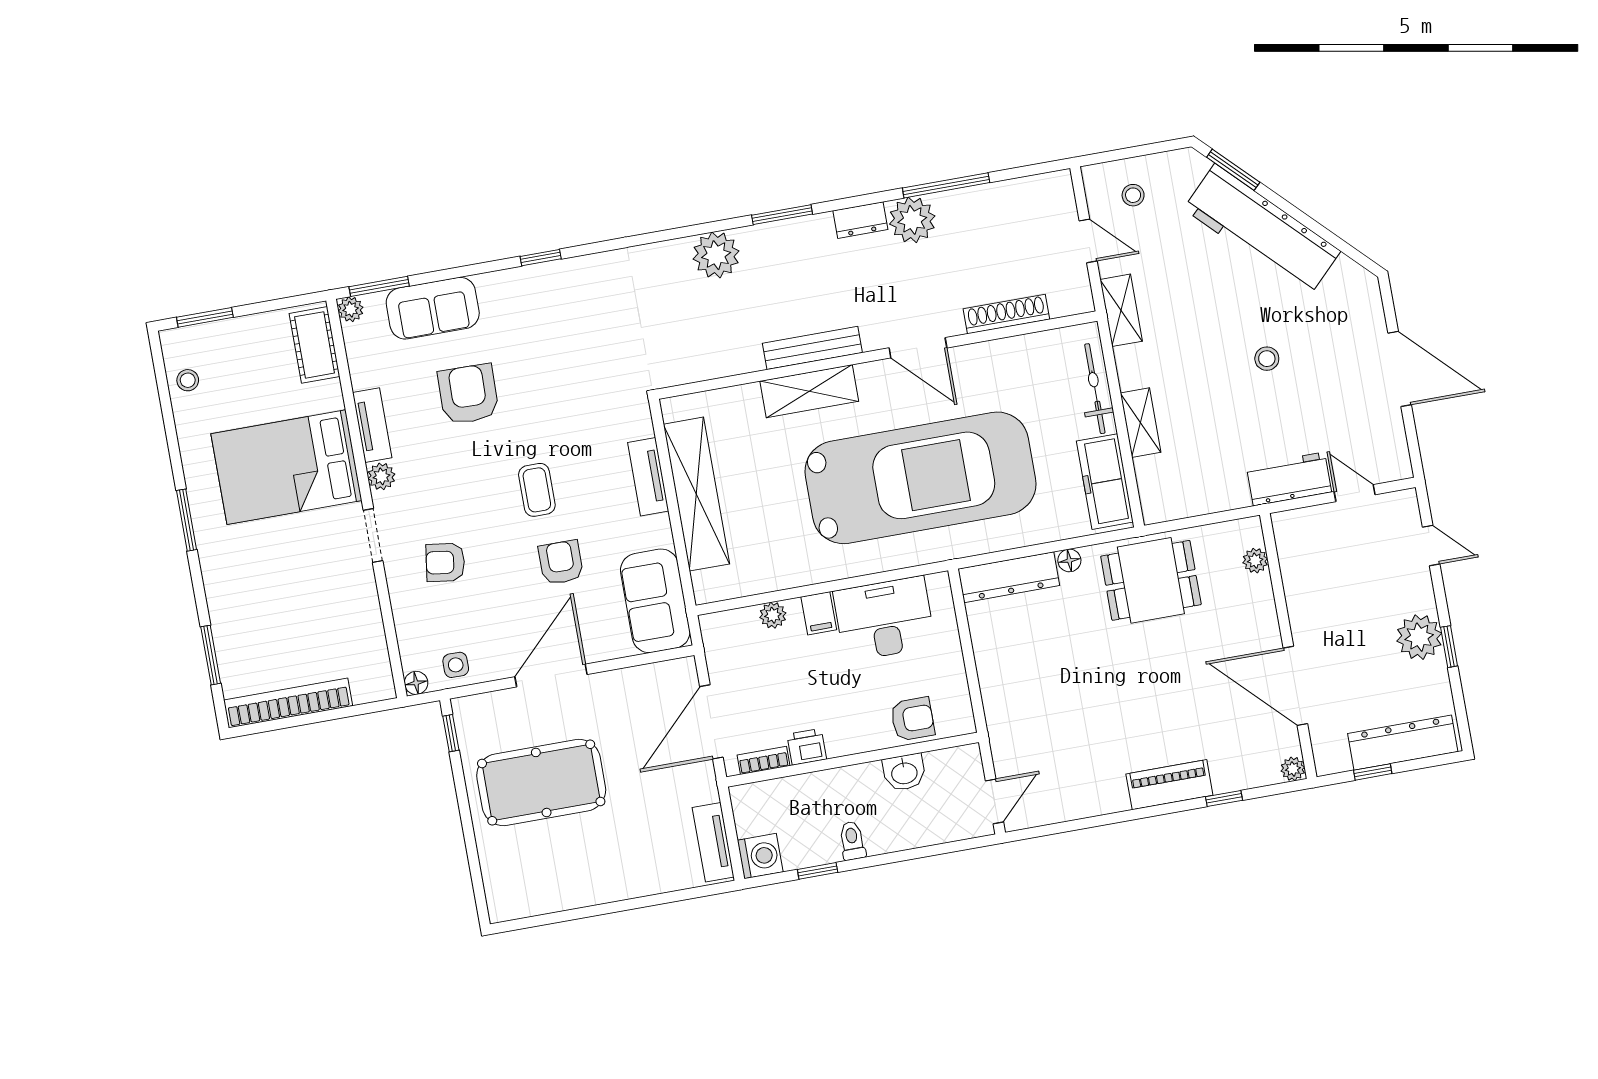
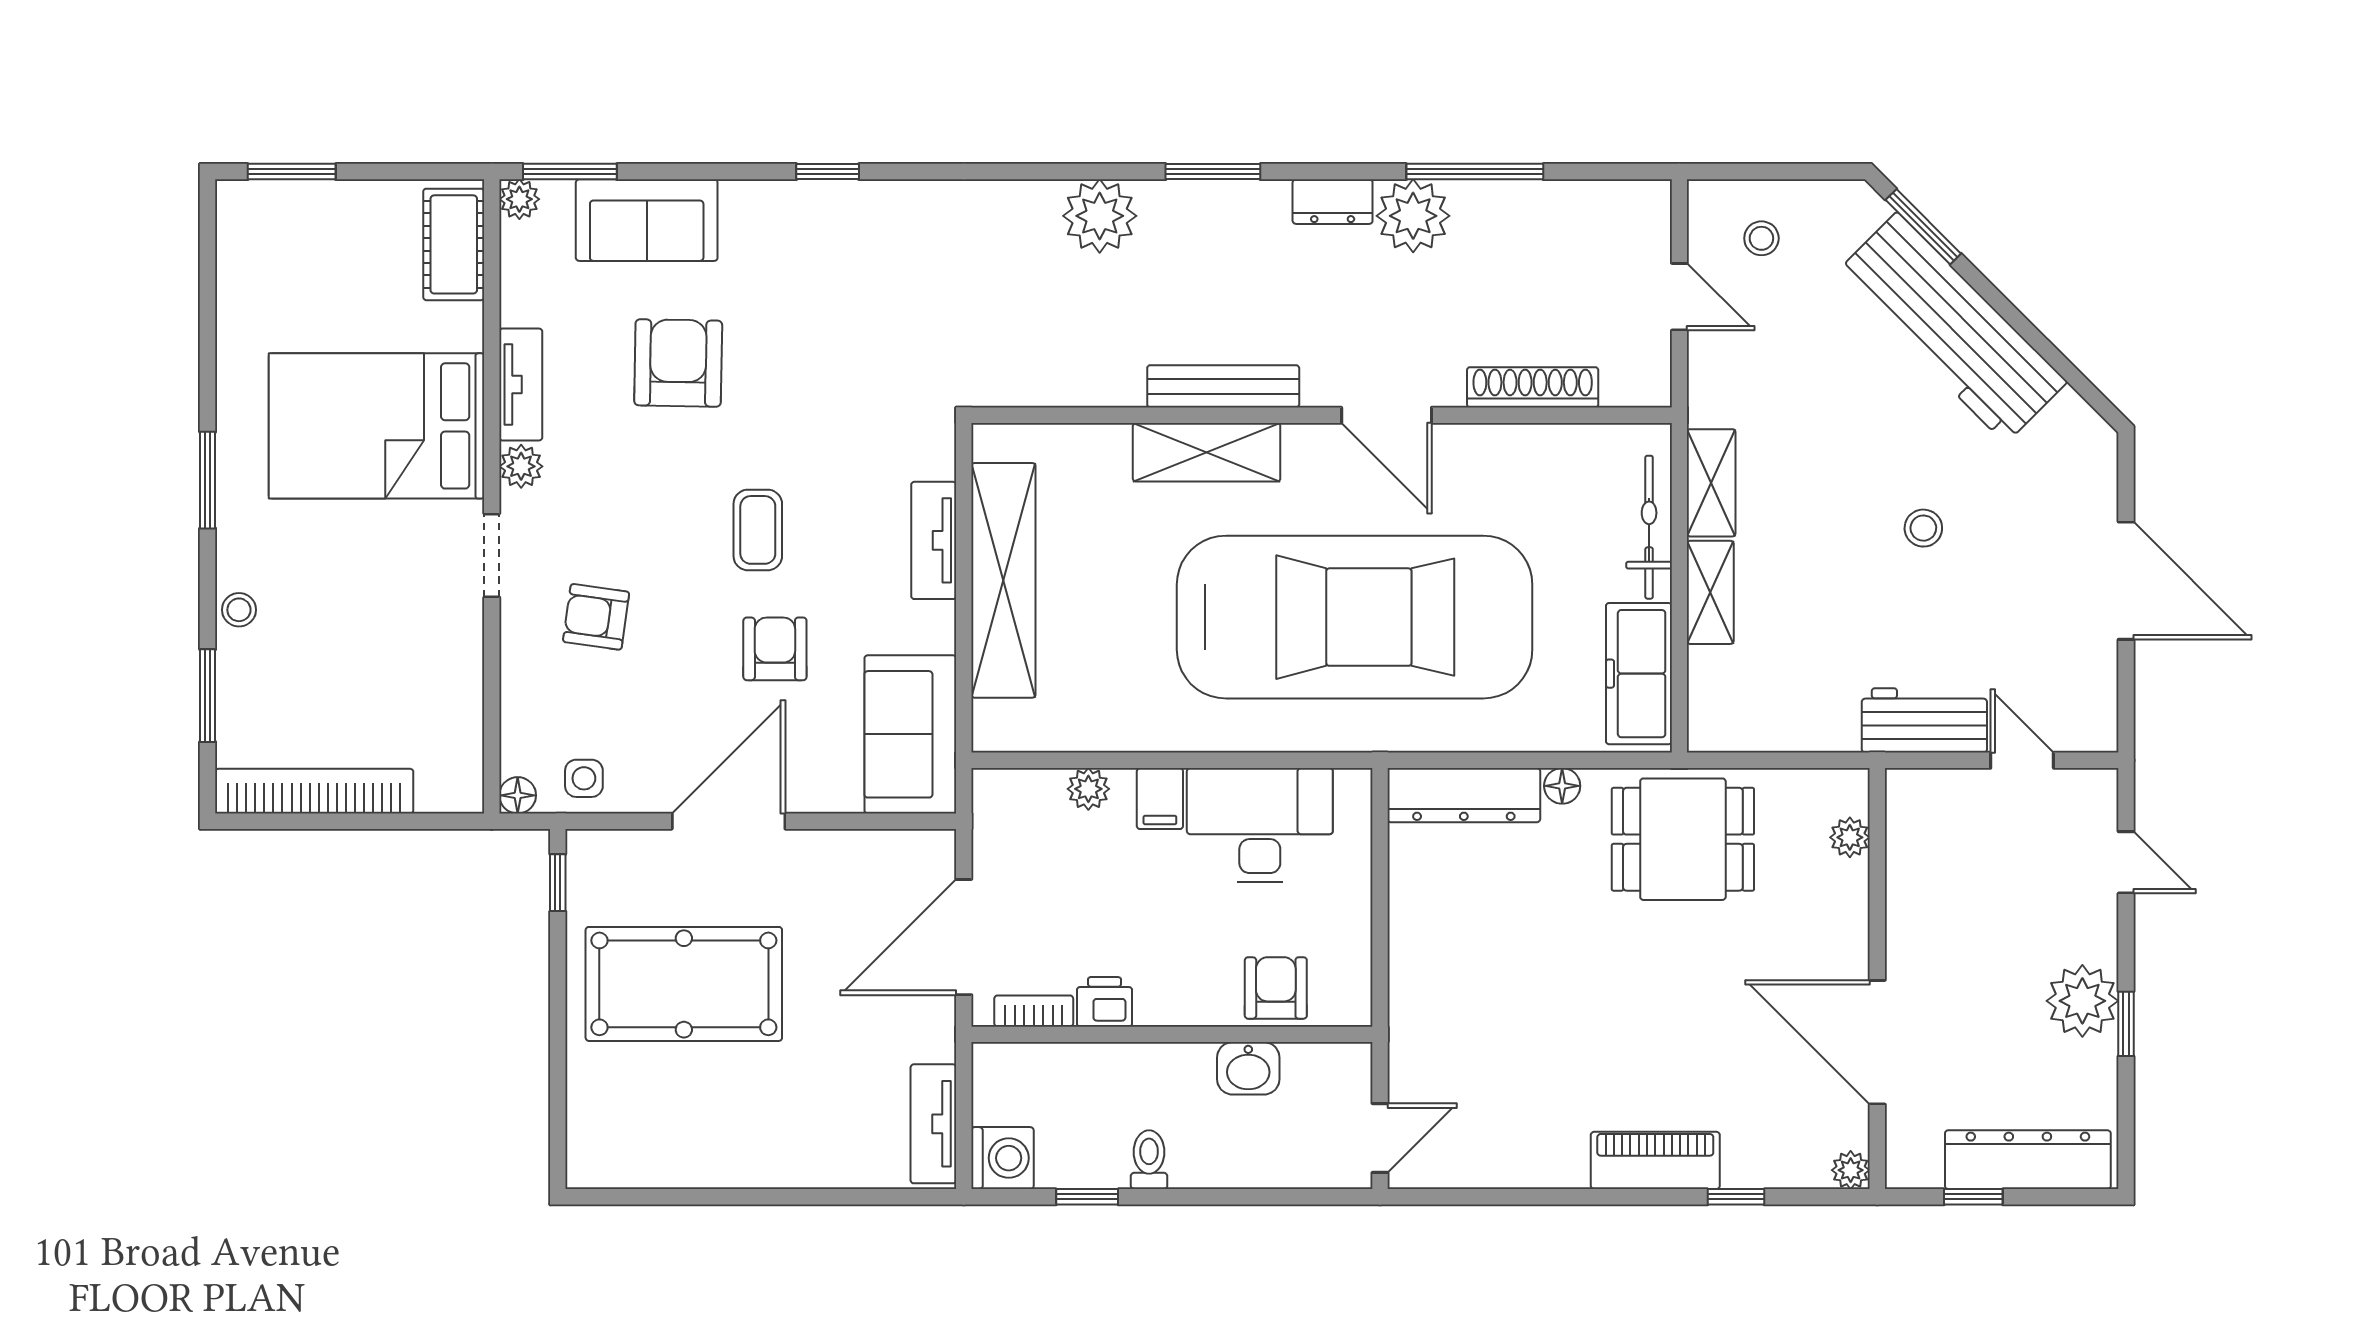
shelving: (1121, 310) -> (1711, 483), moved
stool: (188, 380) -> (239, 610), moved
armchair: (912, 719) -> (1276, 988), turned -90

